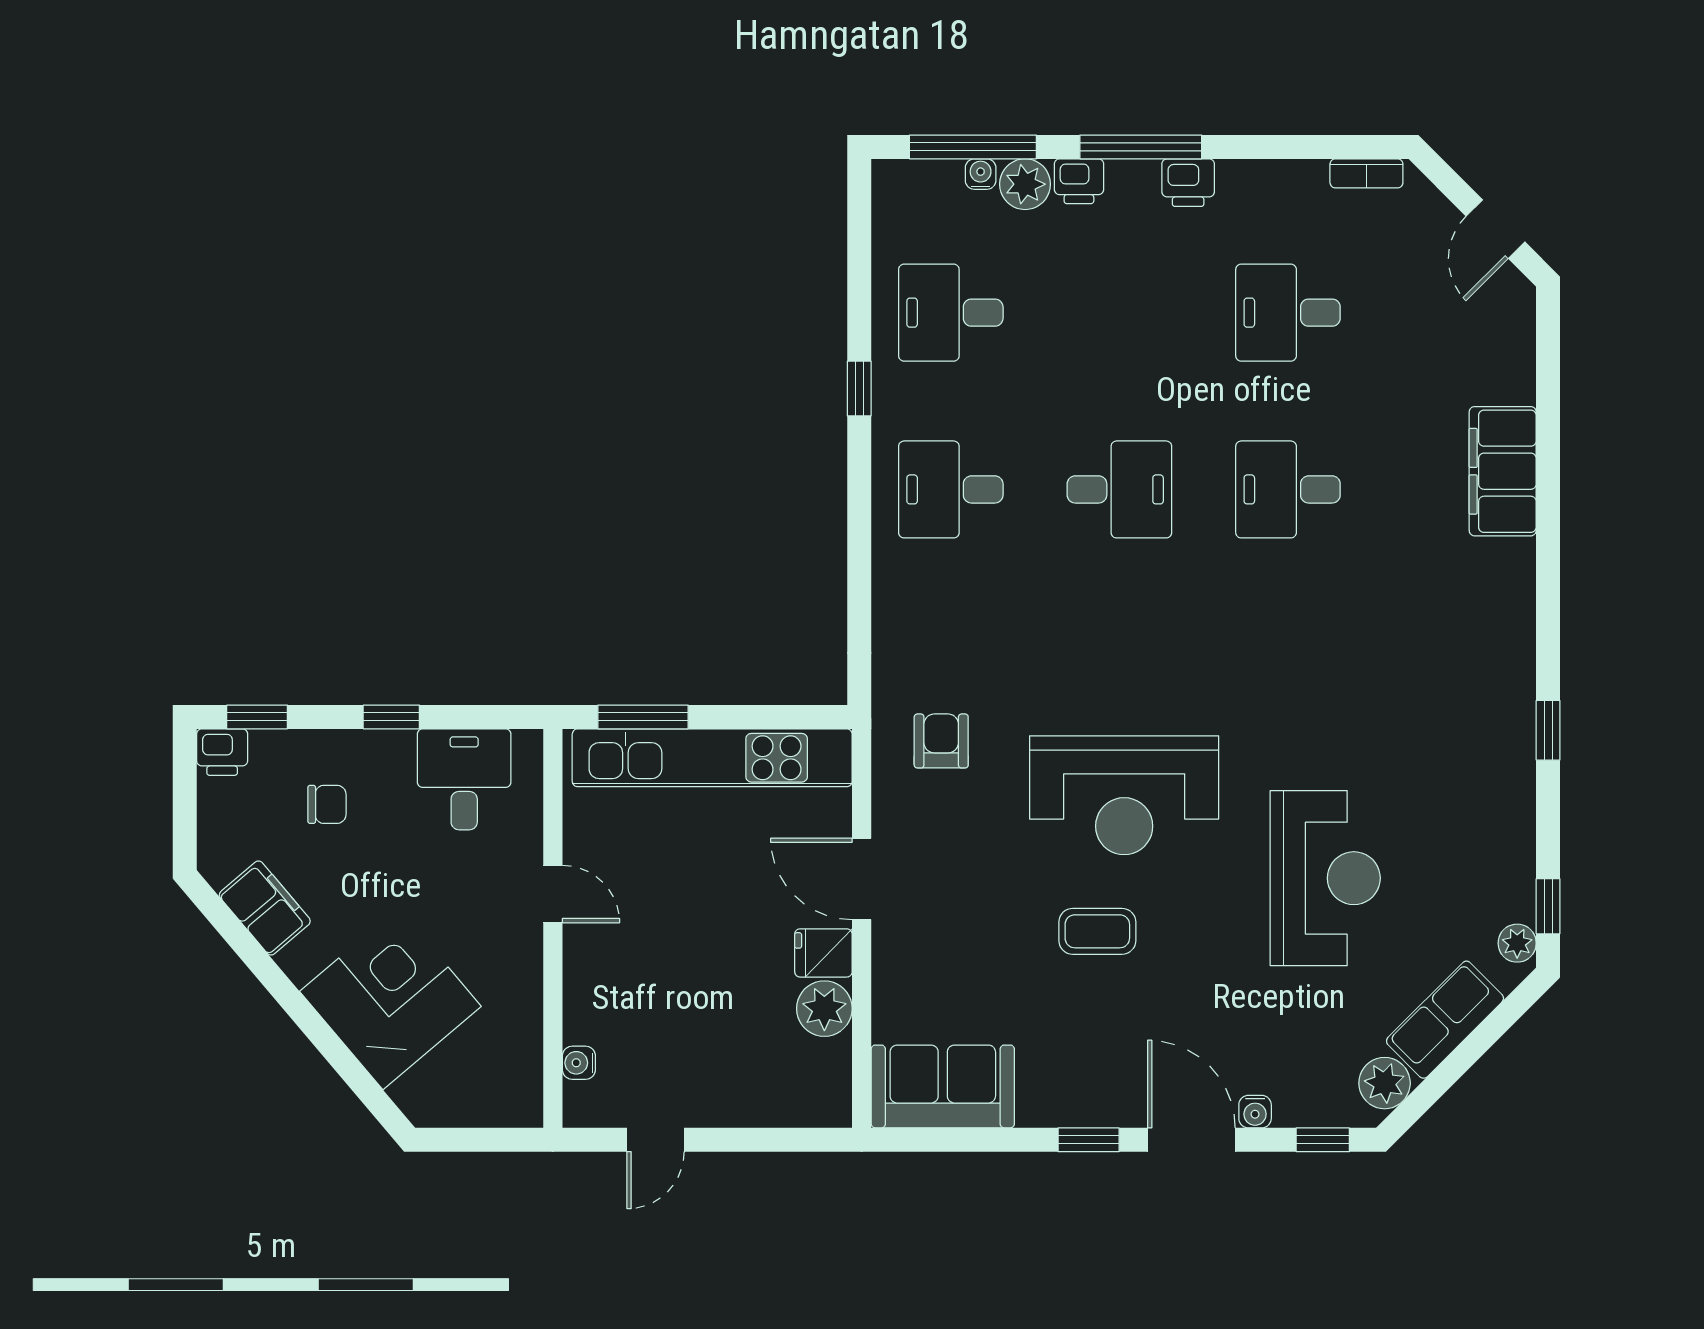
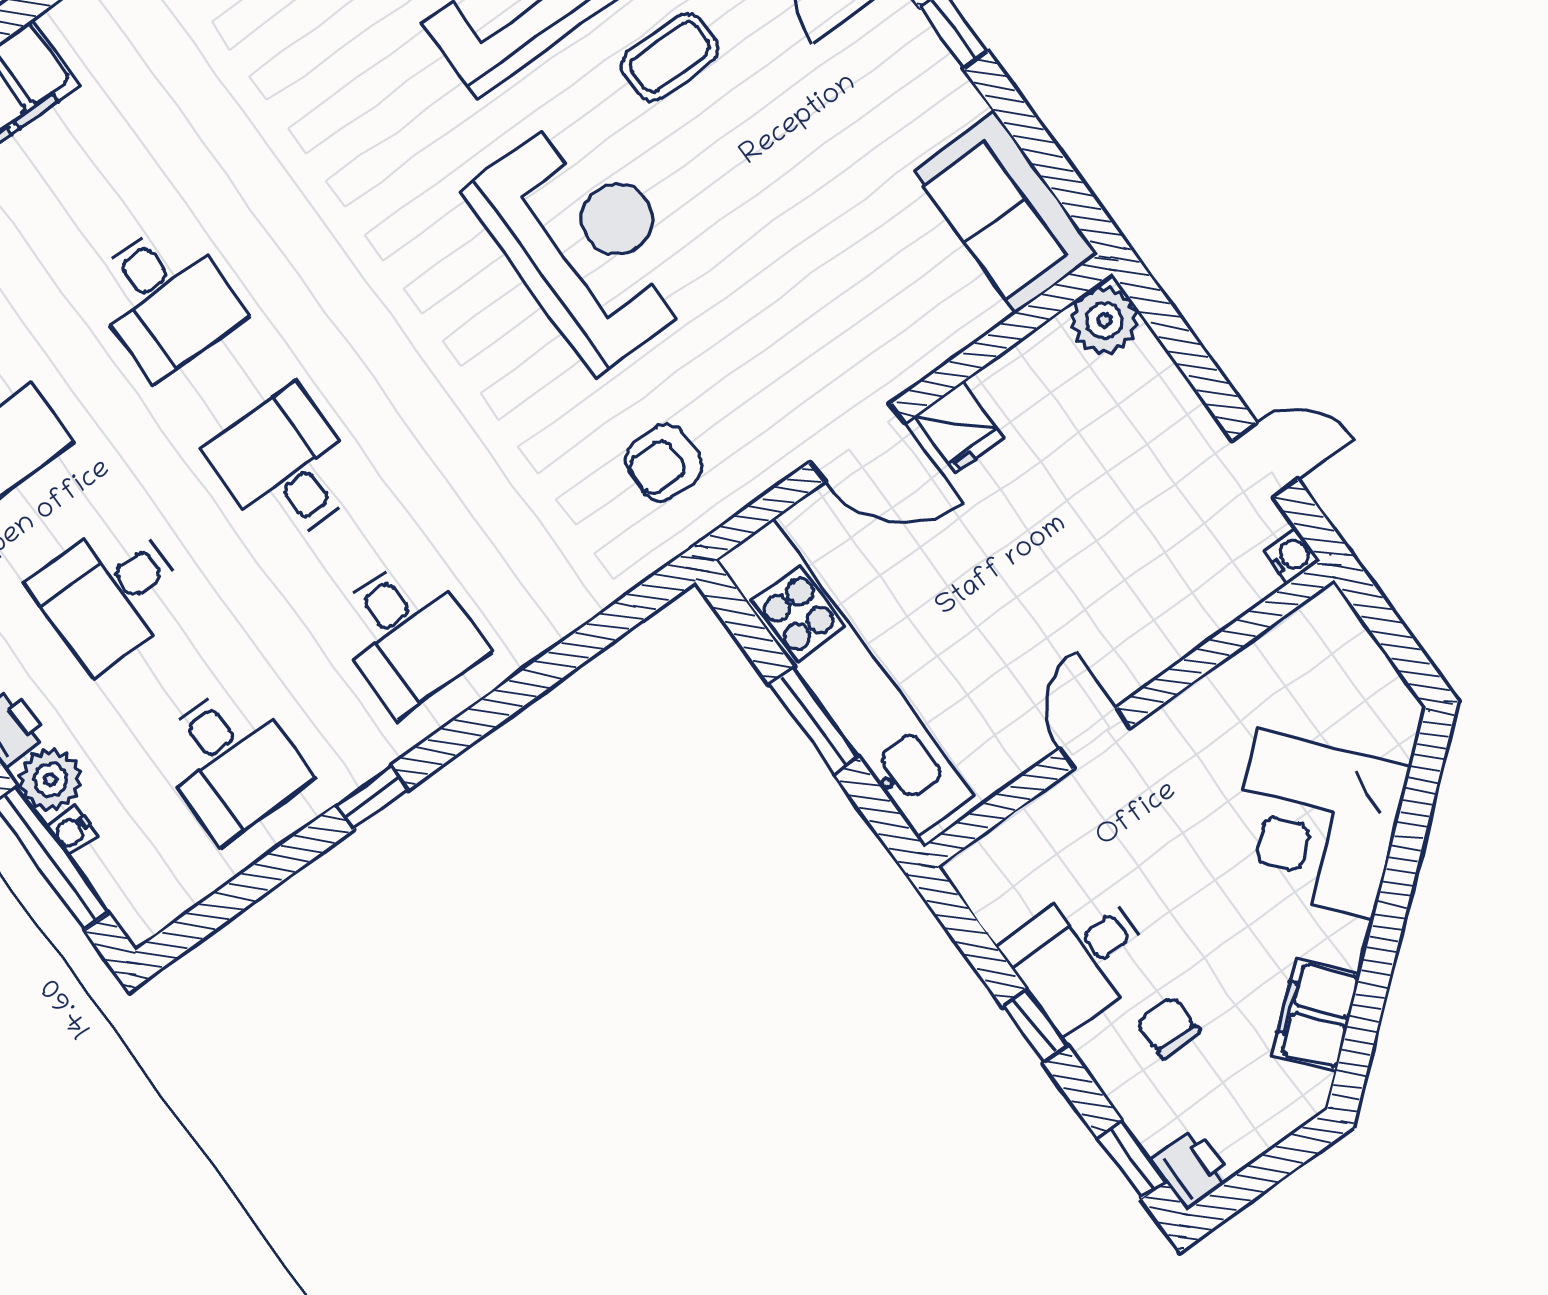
desk: (1119, 313) -> (110, 594), added
window: (643, 717) -> (814, 720), moved
desk: (464, 779) -> (1079, 957), moved
door: (862, 879) -> (858, 442), hinge flipped
coffee table: (1097, 931) -> (670, 57), moved, turned 90
plant: (824, 1009) -> (1104, 320), moved
water cooler: (579, 1063) -> (1292, 556), moved, turned -90

